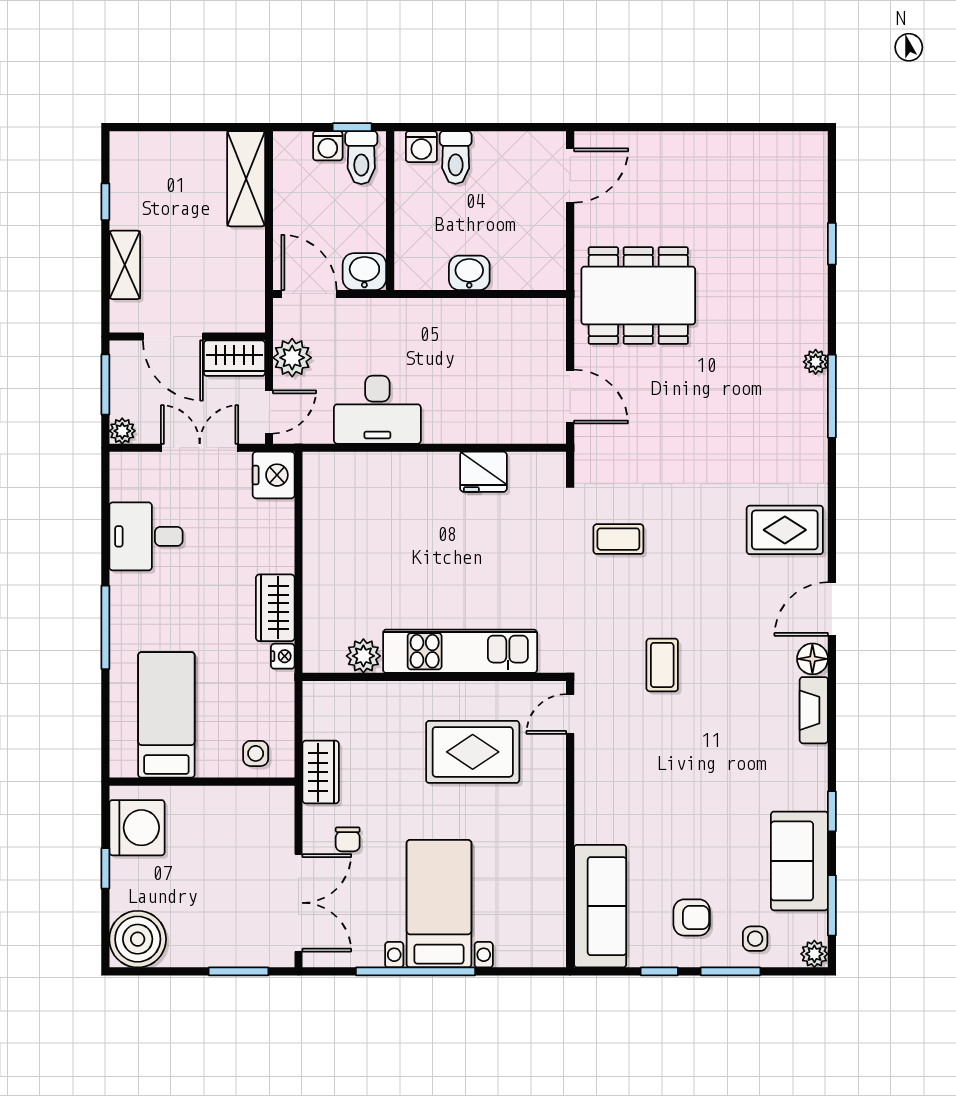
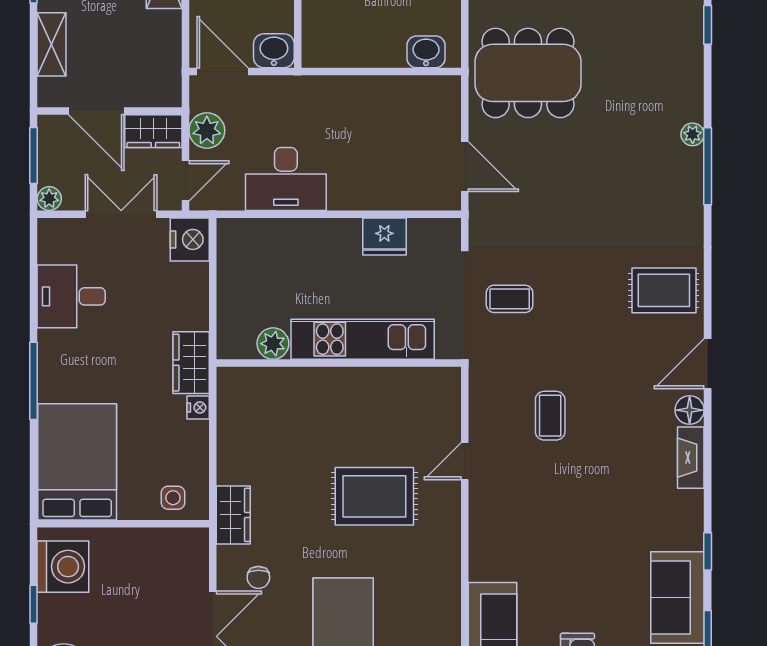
washbasin: (469, 273) -> (426, 52), moved
kitchen unit: (460, 651) -> (363, 339), moved
plant: (363, 656) -> (273, 344), moved
wall: (434, 677) -> (339, 363), moved
bed: (166, 715) -> (77, 462), width x1.50

